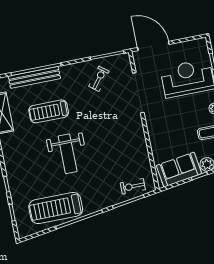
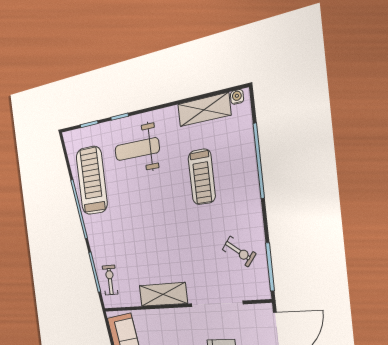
bench: (34, 77) -> (248, 158), removed
treadmill: (49, 111) -> (202, 177), turned 180
shelving: (138, 138) -> (163, 294), added
weight bench: (68, 154) -> (137, 149), moved

